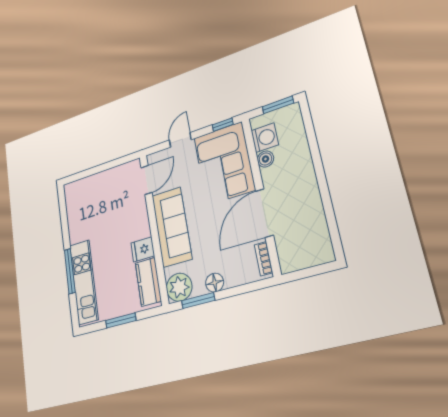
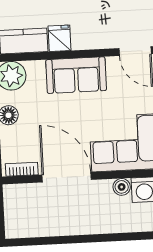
sofa: (172, 227) -> (76, 75), width x0.73

